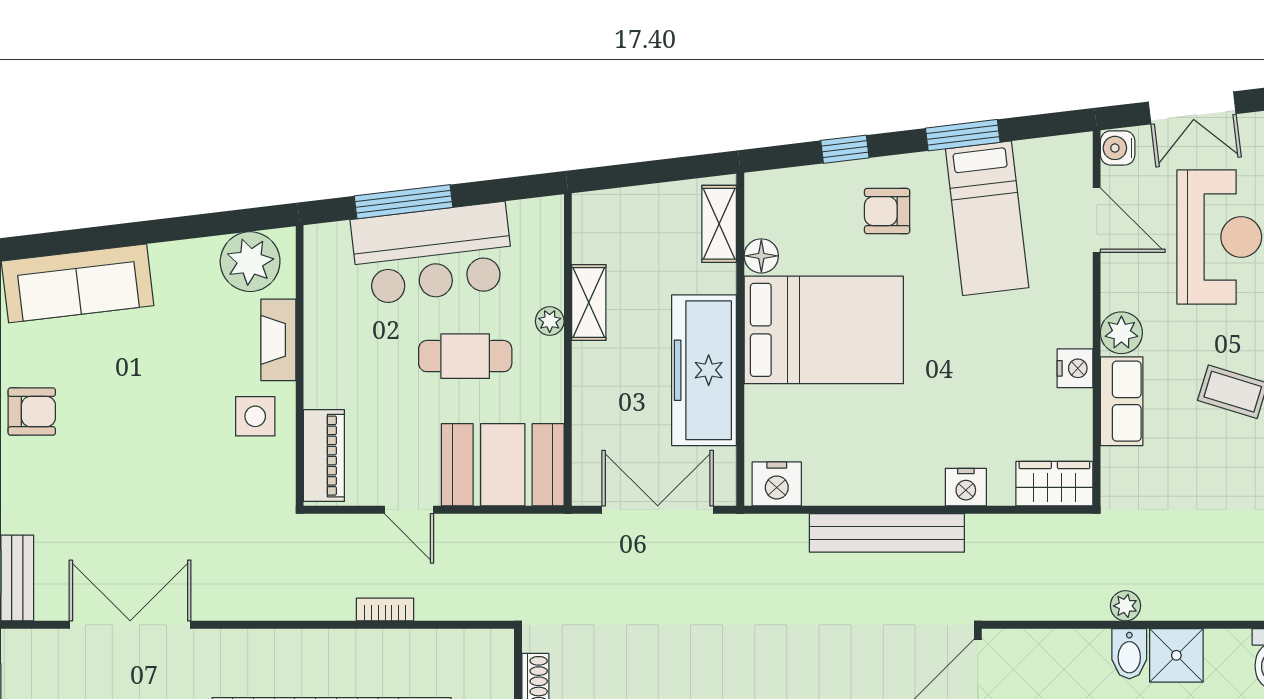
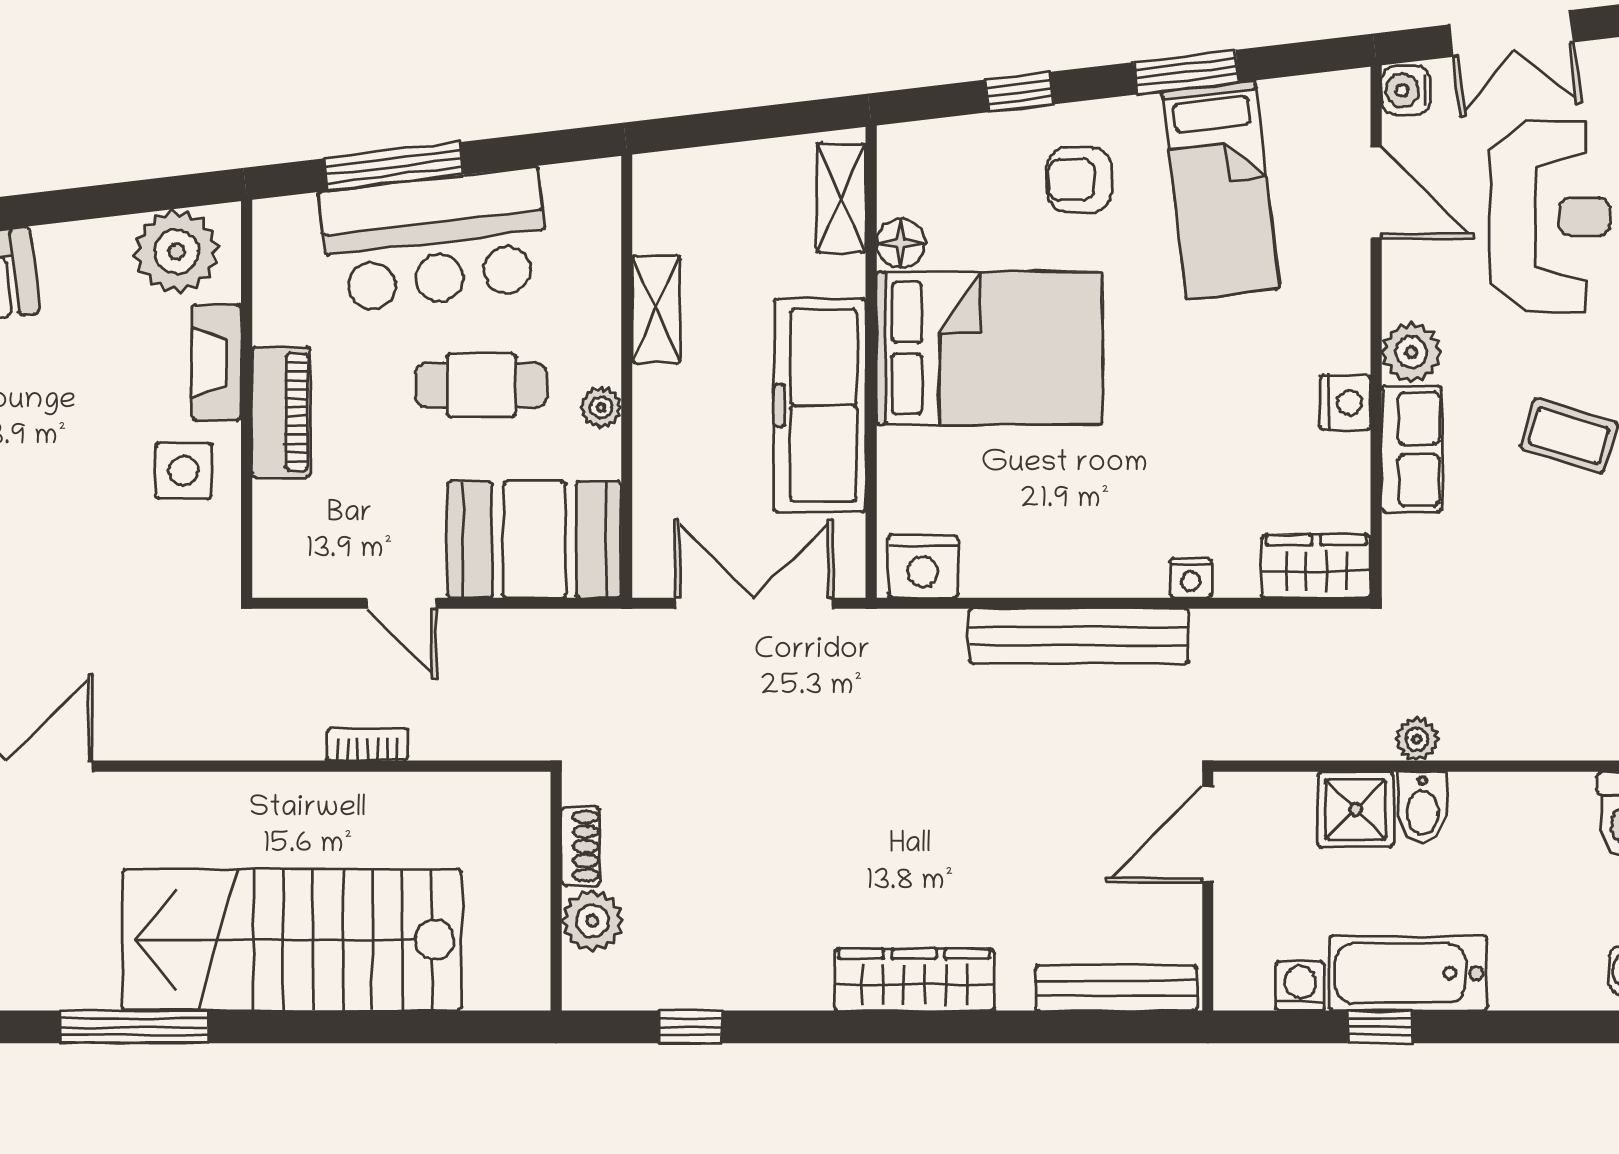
plant: (550, 321) -> (601, 407), moved
piano: (324, 456) -> (281, 412), moved
nightstand: (966, 487) -> (1191, 578), width x0.72, depth x0.74
shower: (1176, 655) -> (1356, 809), moved

